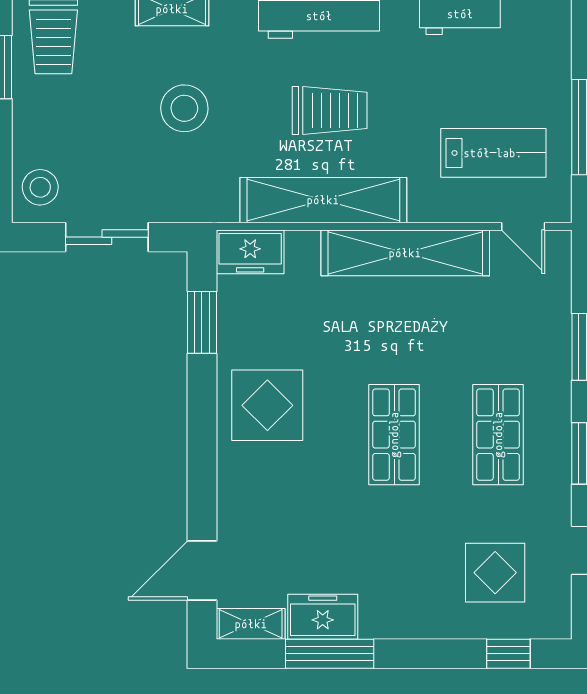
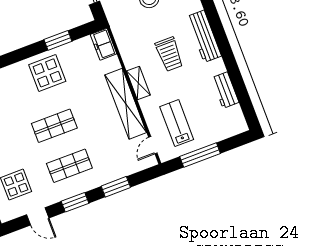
lab bench: (493, 153) -> (177, 123), turned 180
shelving: (323, 200) -> (138, 83), width x0.45, depth x0.75
window: (202, 322) -> (58, 40), moved

